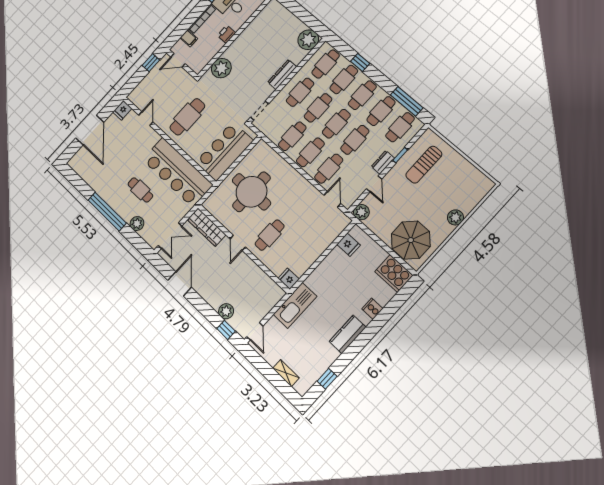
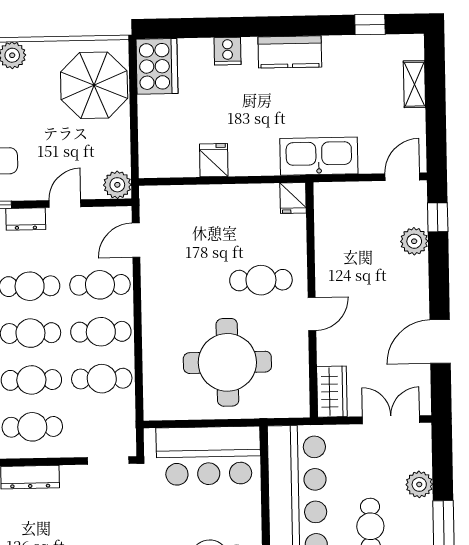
wardrobe: (207, 227) -> (332, 392), width x0.67
fridge: (349, 245) -> (214, 160), moved

